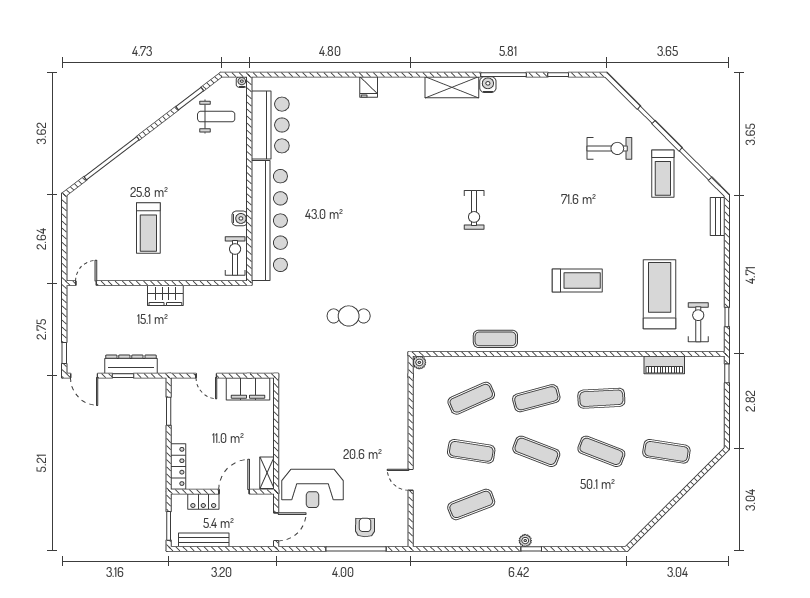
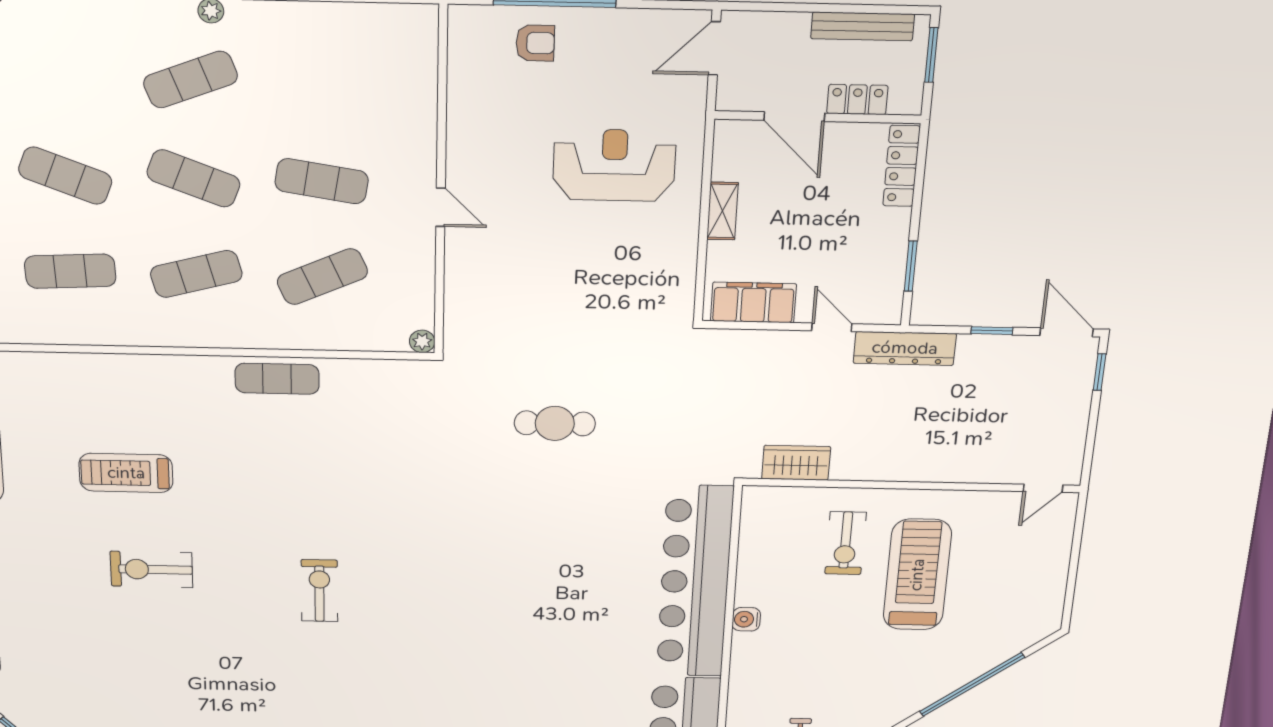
exercise bike: (609, 148) -> (151, 569), moved
water cooler: (240, 218) -> (746, 619), moved
treadmill: (148, 228) -> (917, 575), width x1.37, depth x1.38
exercise bike: (235, 256) -> (846, 543), moved
wardrobe: (165, 295) -> (796, 463), moved
dresser: (131, 364) -> (905, 348), moved
shelving: (267, 473) -> (722, 211), moved
door: (411, 480) -> (441, 207), moved
reception desk: (313, 488) -> (614, 165), moved
door: (234, 492) -> (794, 117), hinge flipped
exercise mat: (471, 504) -> (190, 80), moved
armchair: (365, 528) -> (535, 43), turned -91

